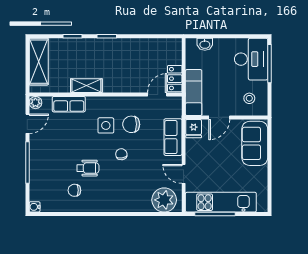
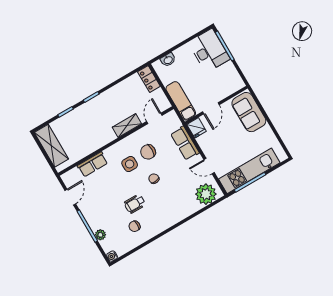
locker: (175, 79) -> (149, 79), moved
shelving: (86, 86) -> (127, 126), moved
stool: (249, 98) -> (225, 81), removed
plant: (35, 103) -> (100, 235), moved
wheelchair: (88, 168) -> (135, 204), turned 180

